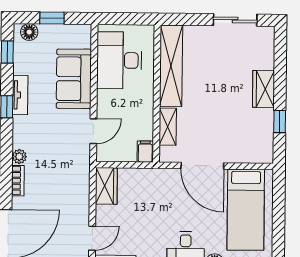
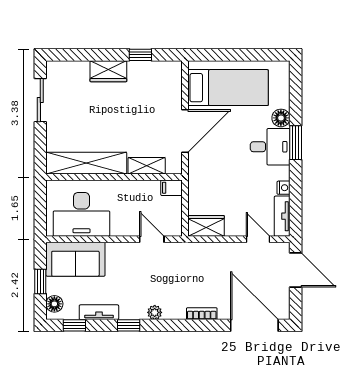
sofa: (74, 79) -> (75, 259), moved
tv unit: (20, 95) -> (99, 312), moved
plant: (19, 157) -> (155, 312), moved

